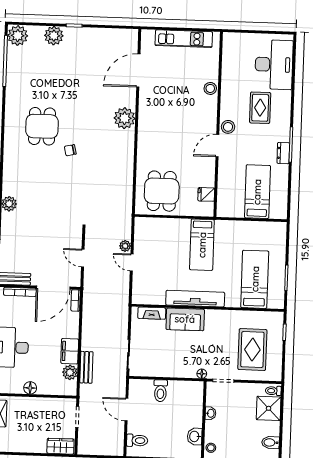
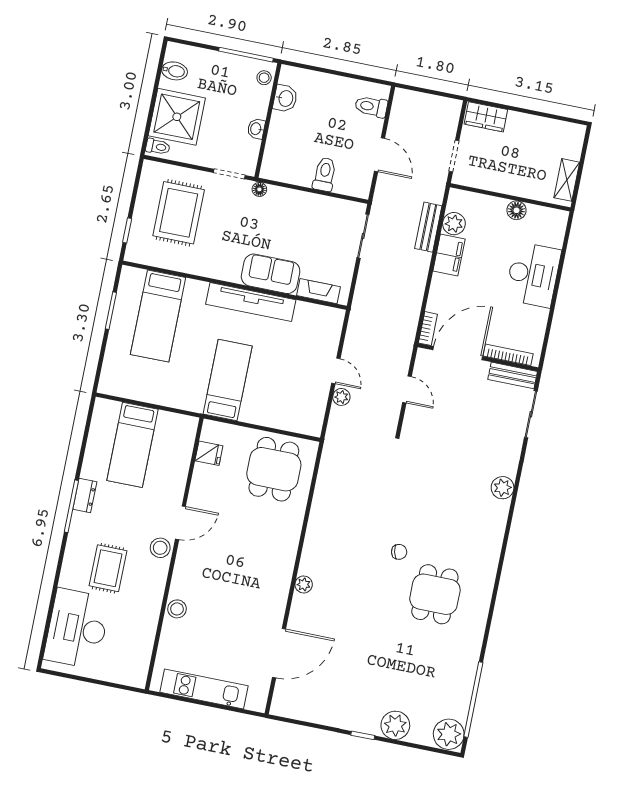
plant: (125, 118) -> (304, 584), width x0.53, depth x0.53
shower: (269, 408) -> (177, 117), width x1.37, depth x1.37

